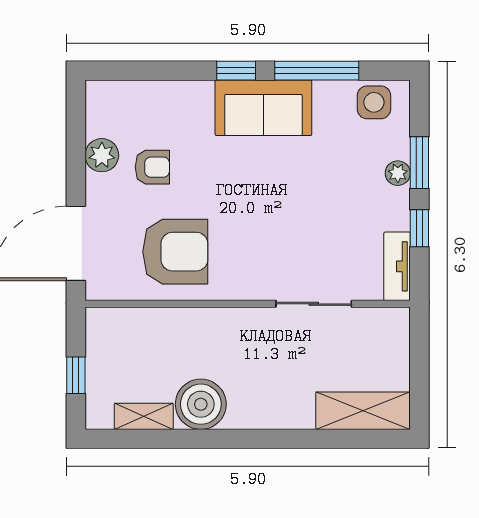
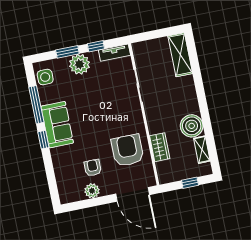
plant: (398, 173) -> (80, 64), width x1.87, depth x1.87
wardrobe: (168, 324) -> (160, 147), added

